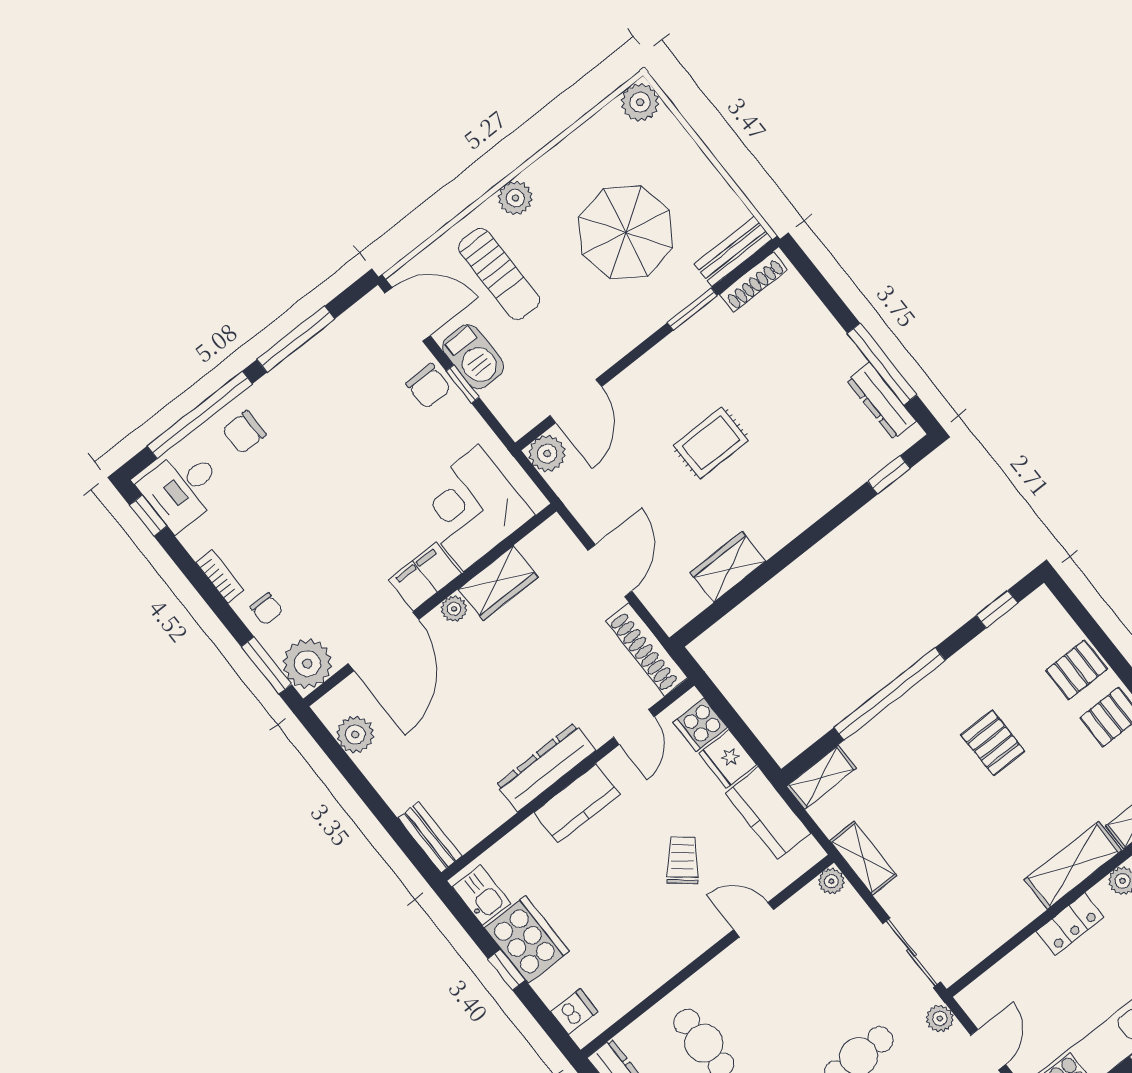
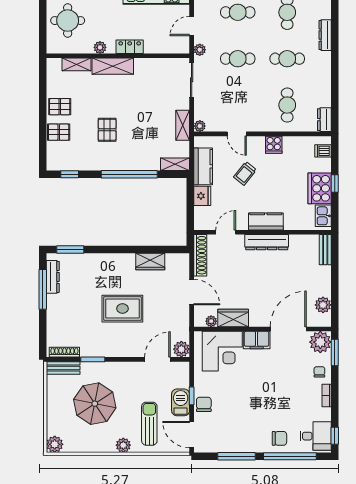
rug: (711, 443) -> (122, 309), width x1.36, depth x1.43
window: (889, 475) -> (70, 250), width x1.50
door: (610, 571) -> (192, 292), swing flipped
plant: (454, 609) -> (211, 321), moved
cooker: (700, 725) -> (274, 145), moved, turned 90

